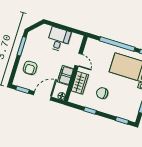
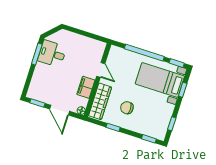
desk: (59, 39) -> (52, 54), moved, turned -90
armchair: (30, 68) -> (46, 78), removed
wardrobe: (80, 83) -> (100, 101), width x1.50
door: (42, 96) -> (60, 110), swing flipped

